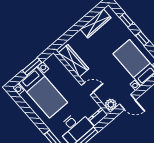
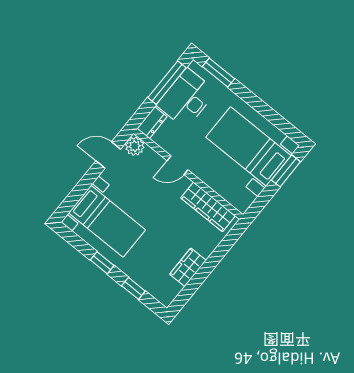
wardrobe: (96, 24) -> (188, 267), width x0.67
window: (32, 67) -> (286, 171), moved

